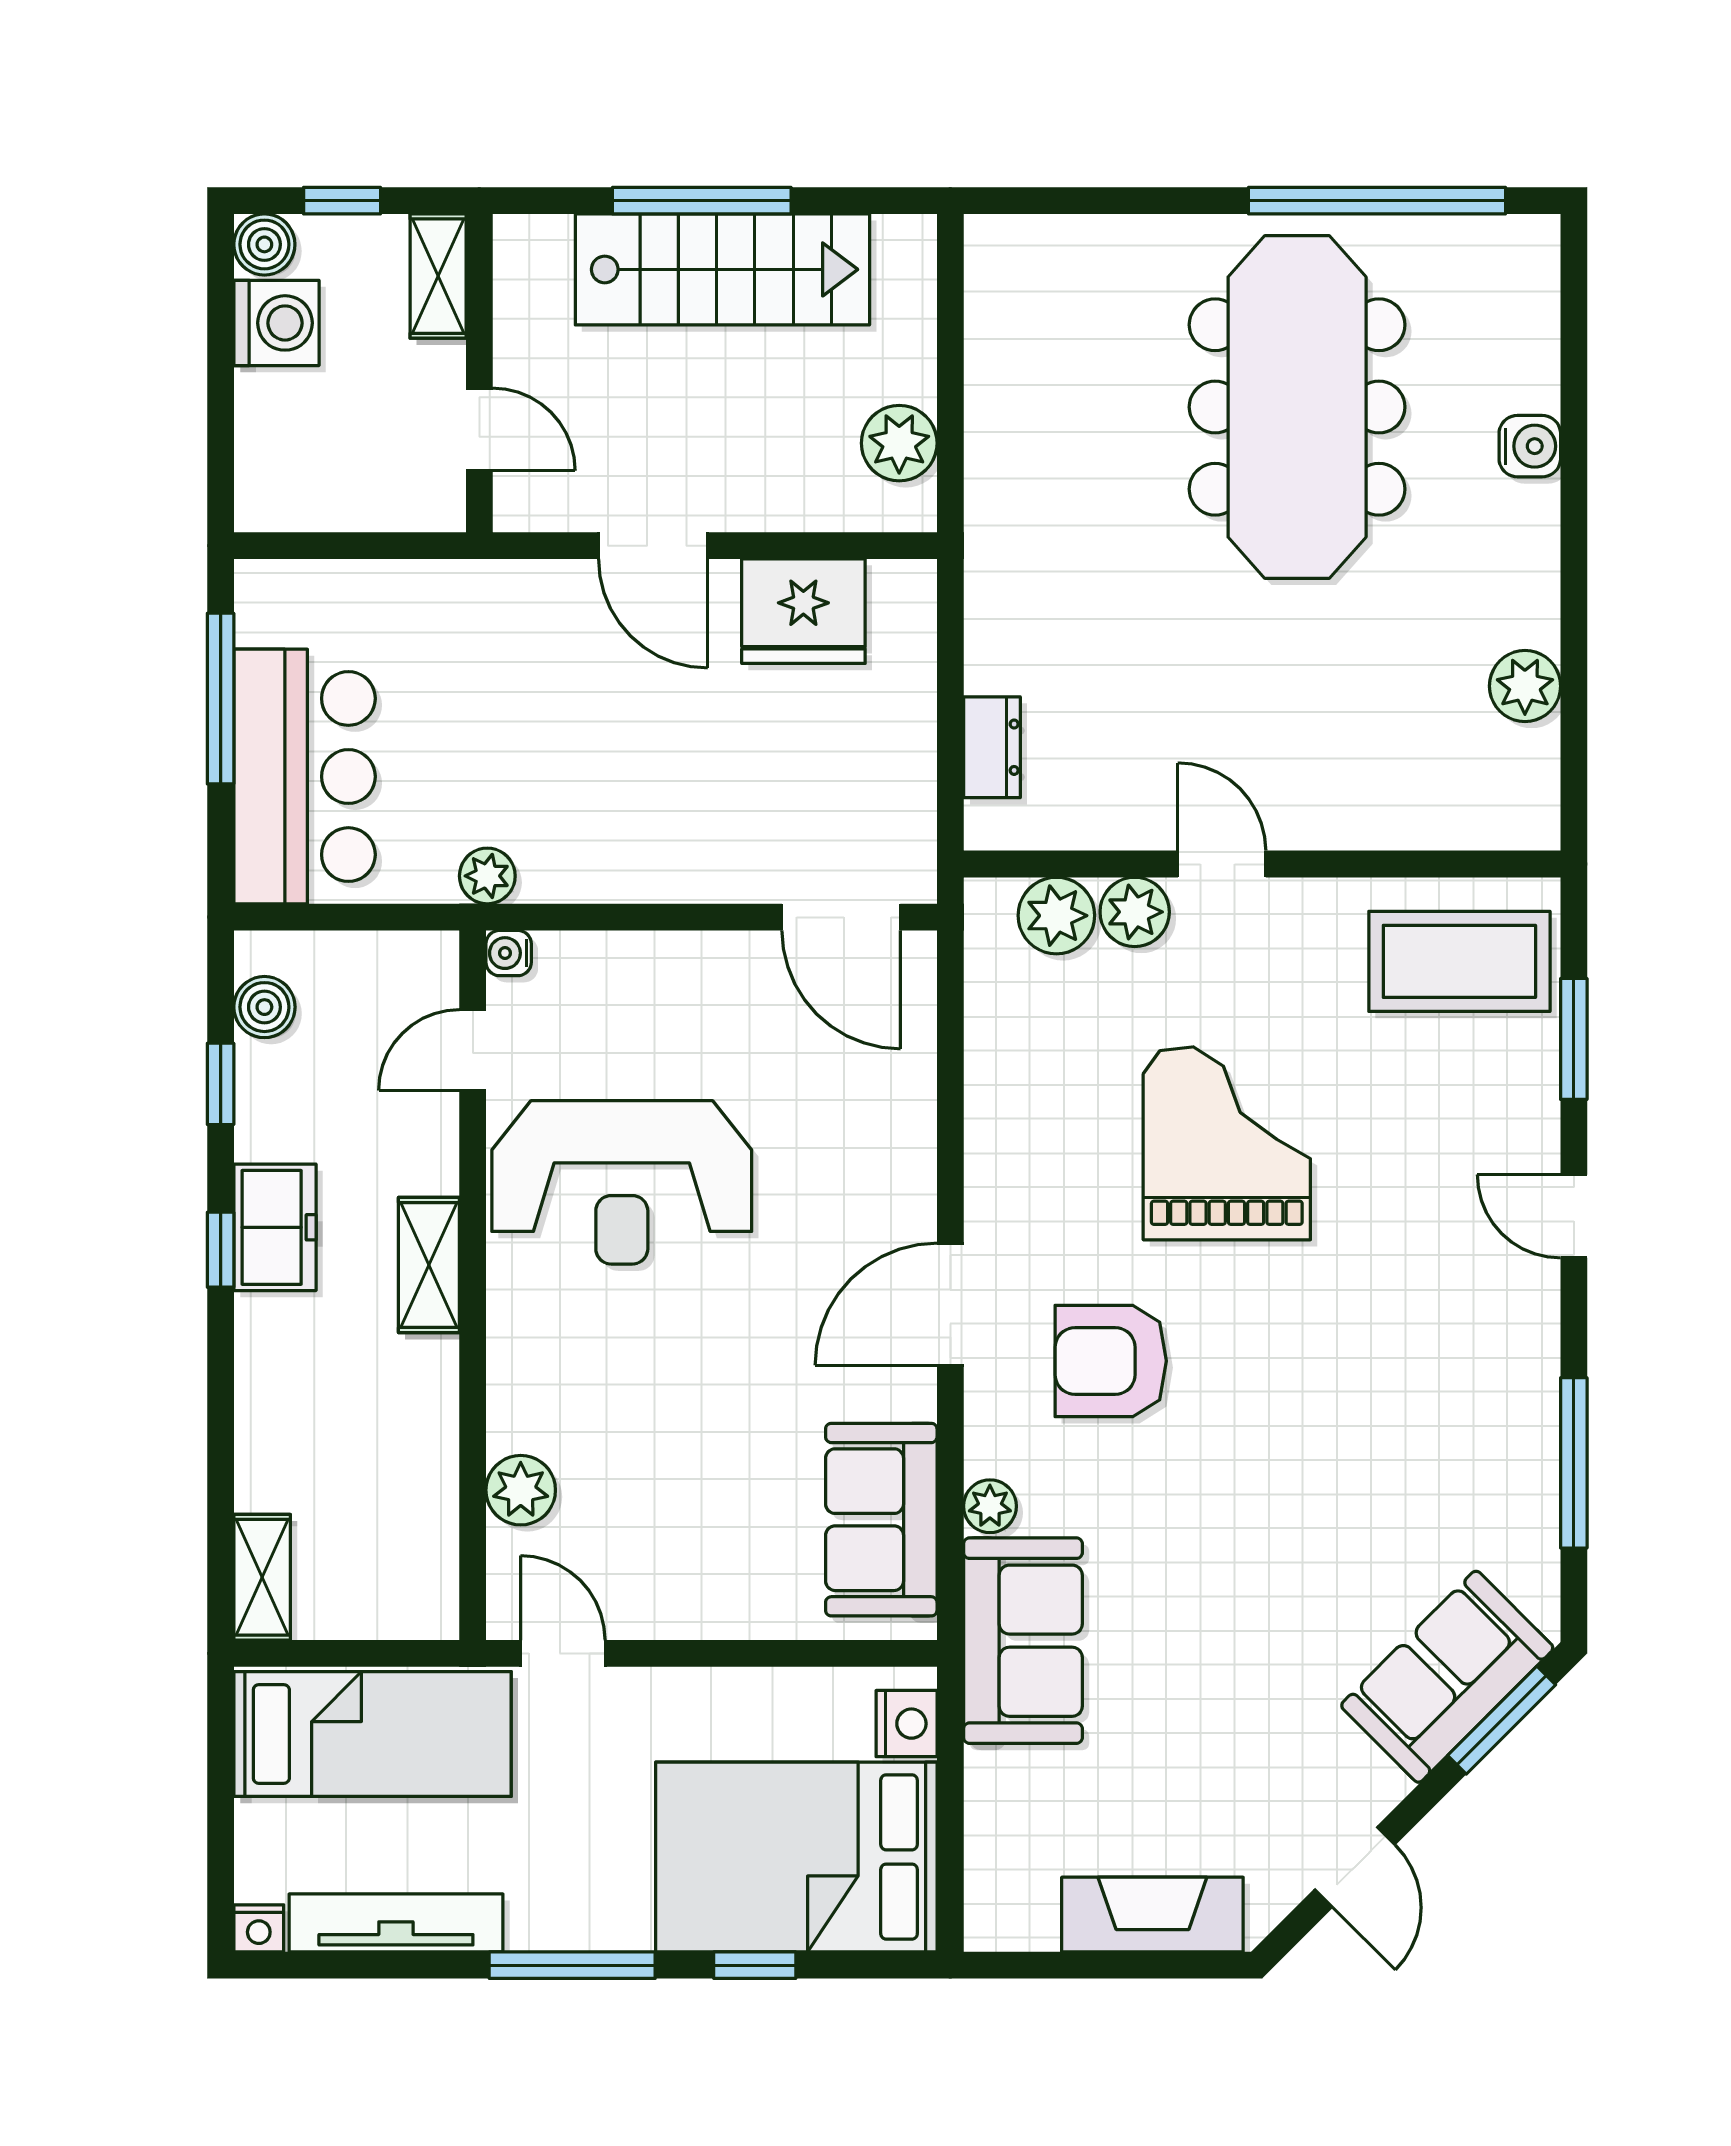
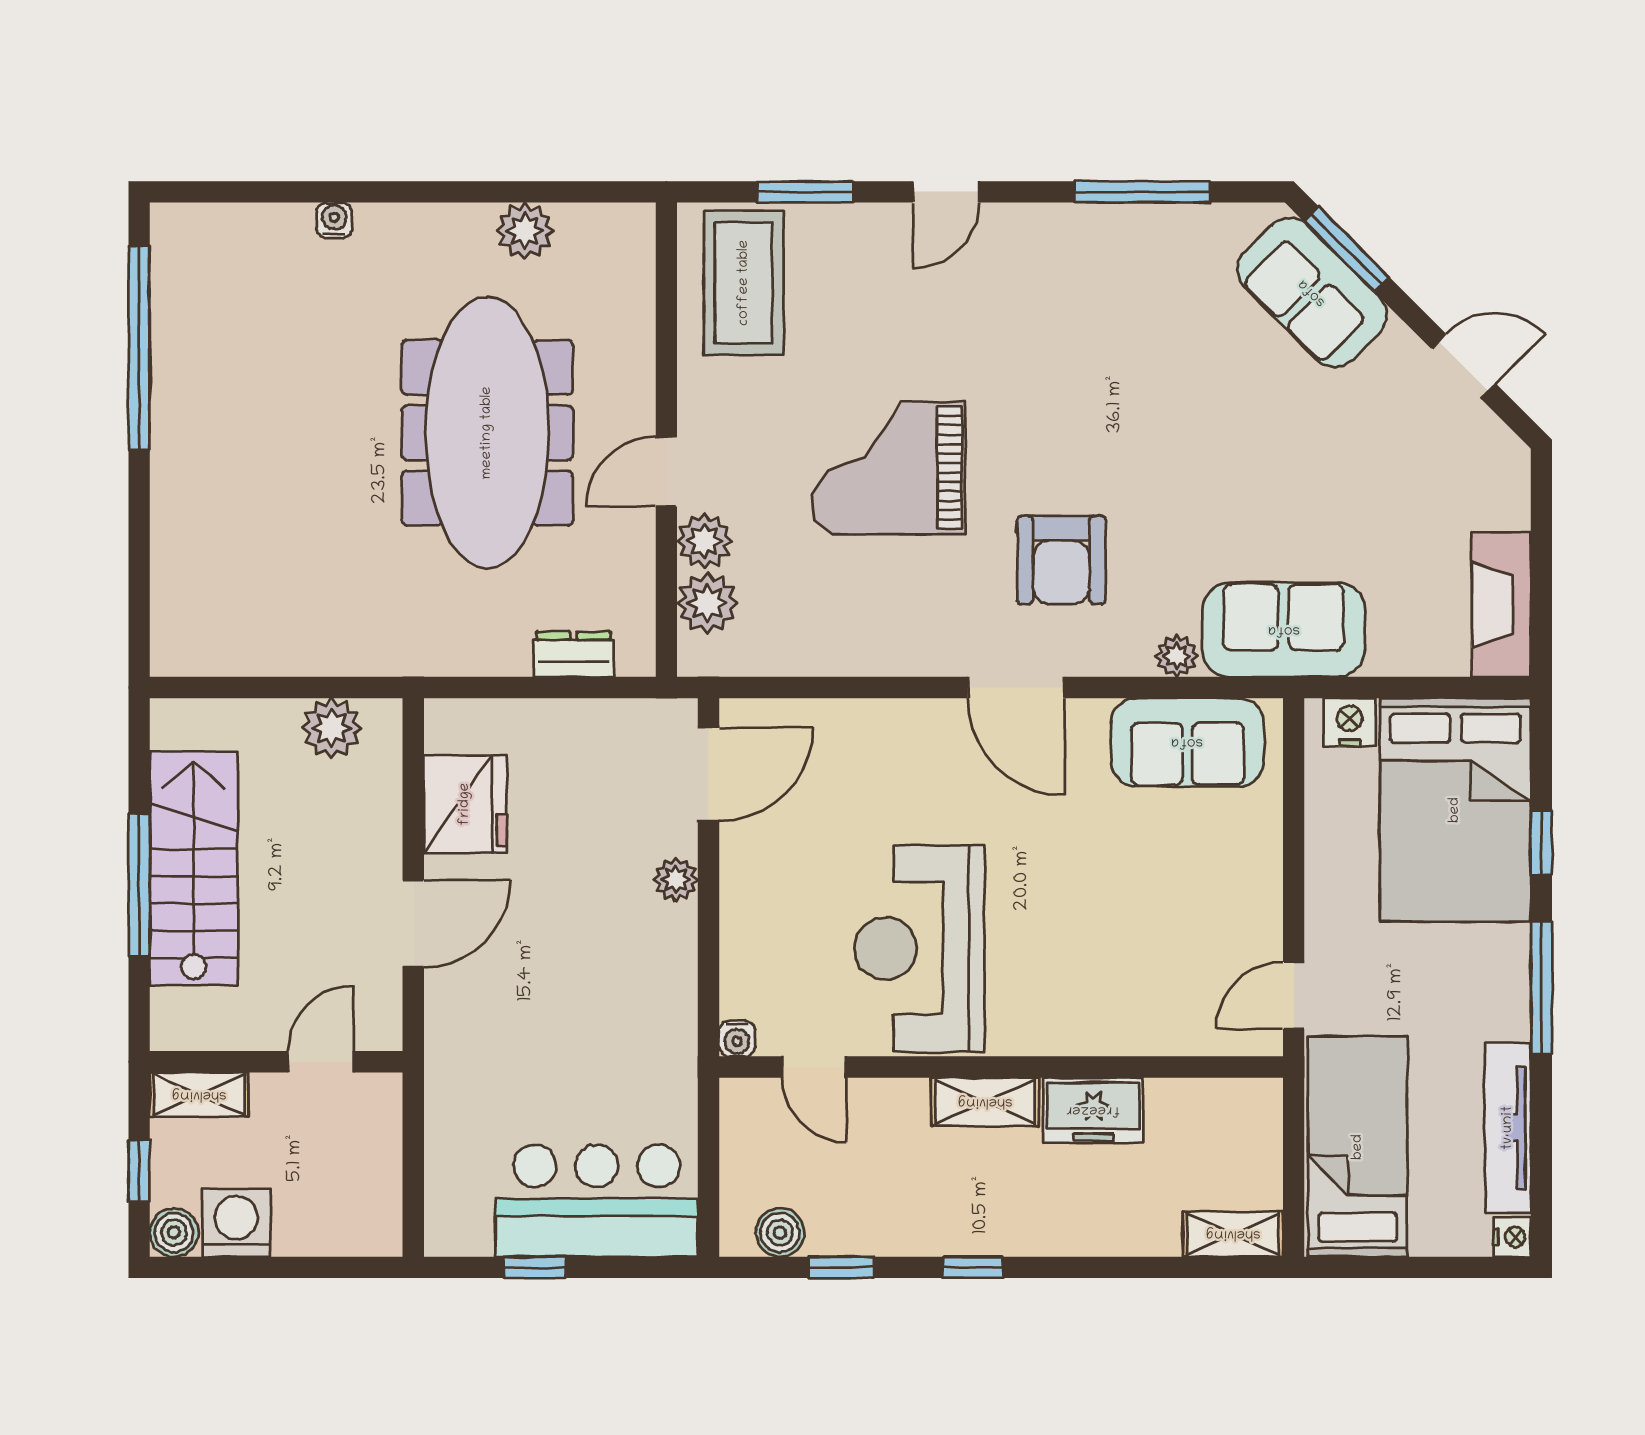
meeting table: (1297, 407) -> (487, 433), moved, turned 90
water cooler: (1530, 446) -> (334, 220), width x0.72, depth x0.72
window: (221, 699) -> (535, 1267), width x0.46
plant: (487, 876) -> (676, 880), moved
reception desk: (622, 1182) -> (919, 949), turned 180
freezer: (275, 1227) -> (1093, 1110), moved, turned 180
plant: (521, 1490) -> (1164, 1029), removed
fireplace: (1152, 1915) -> (1501, 605), moved

